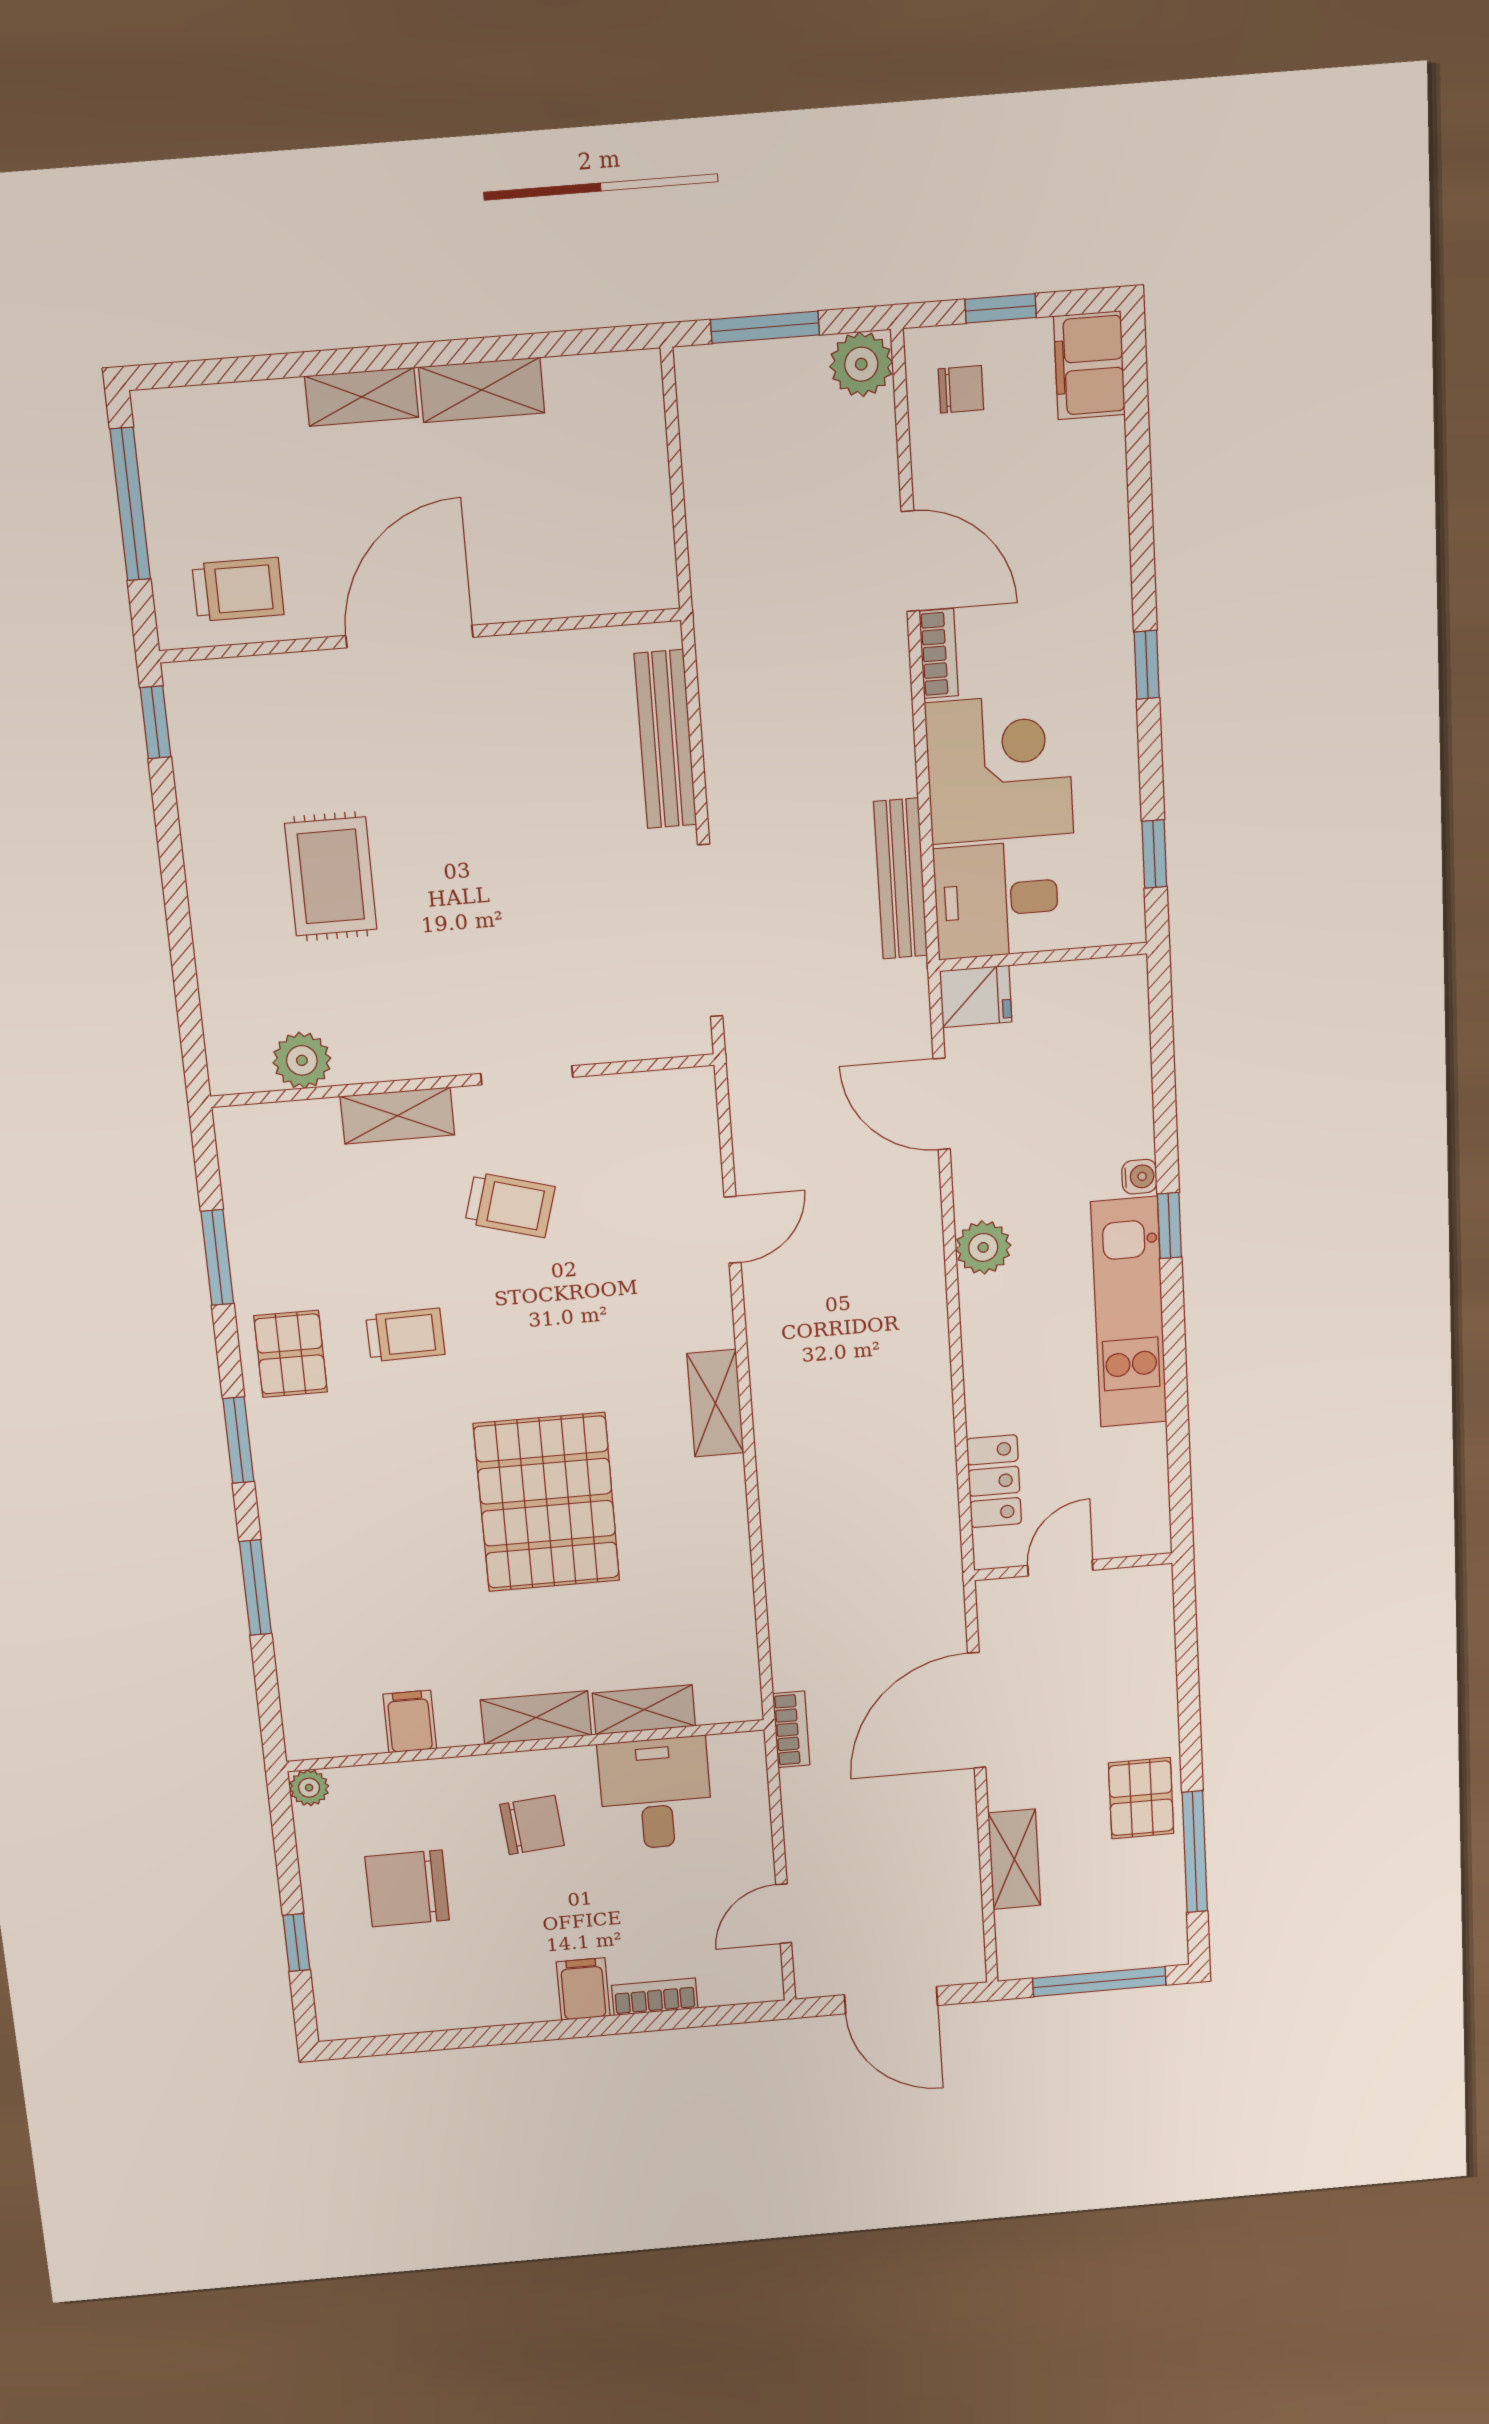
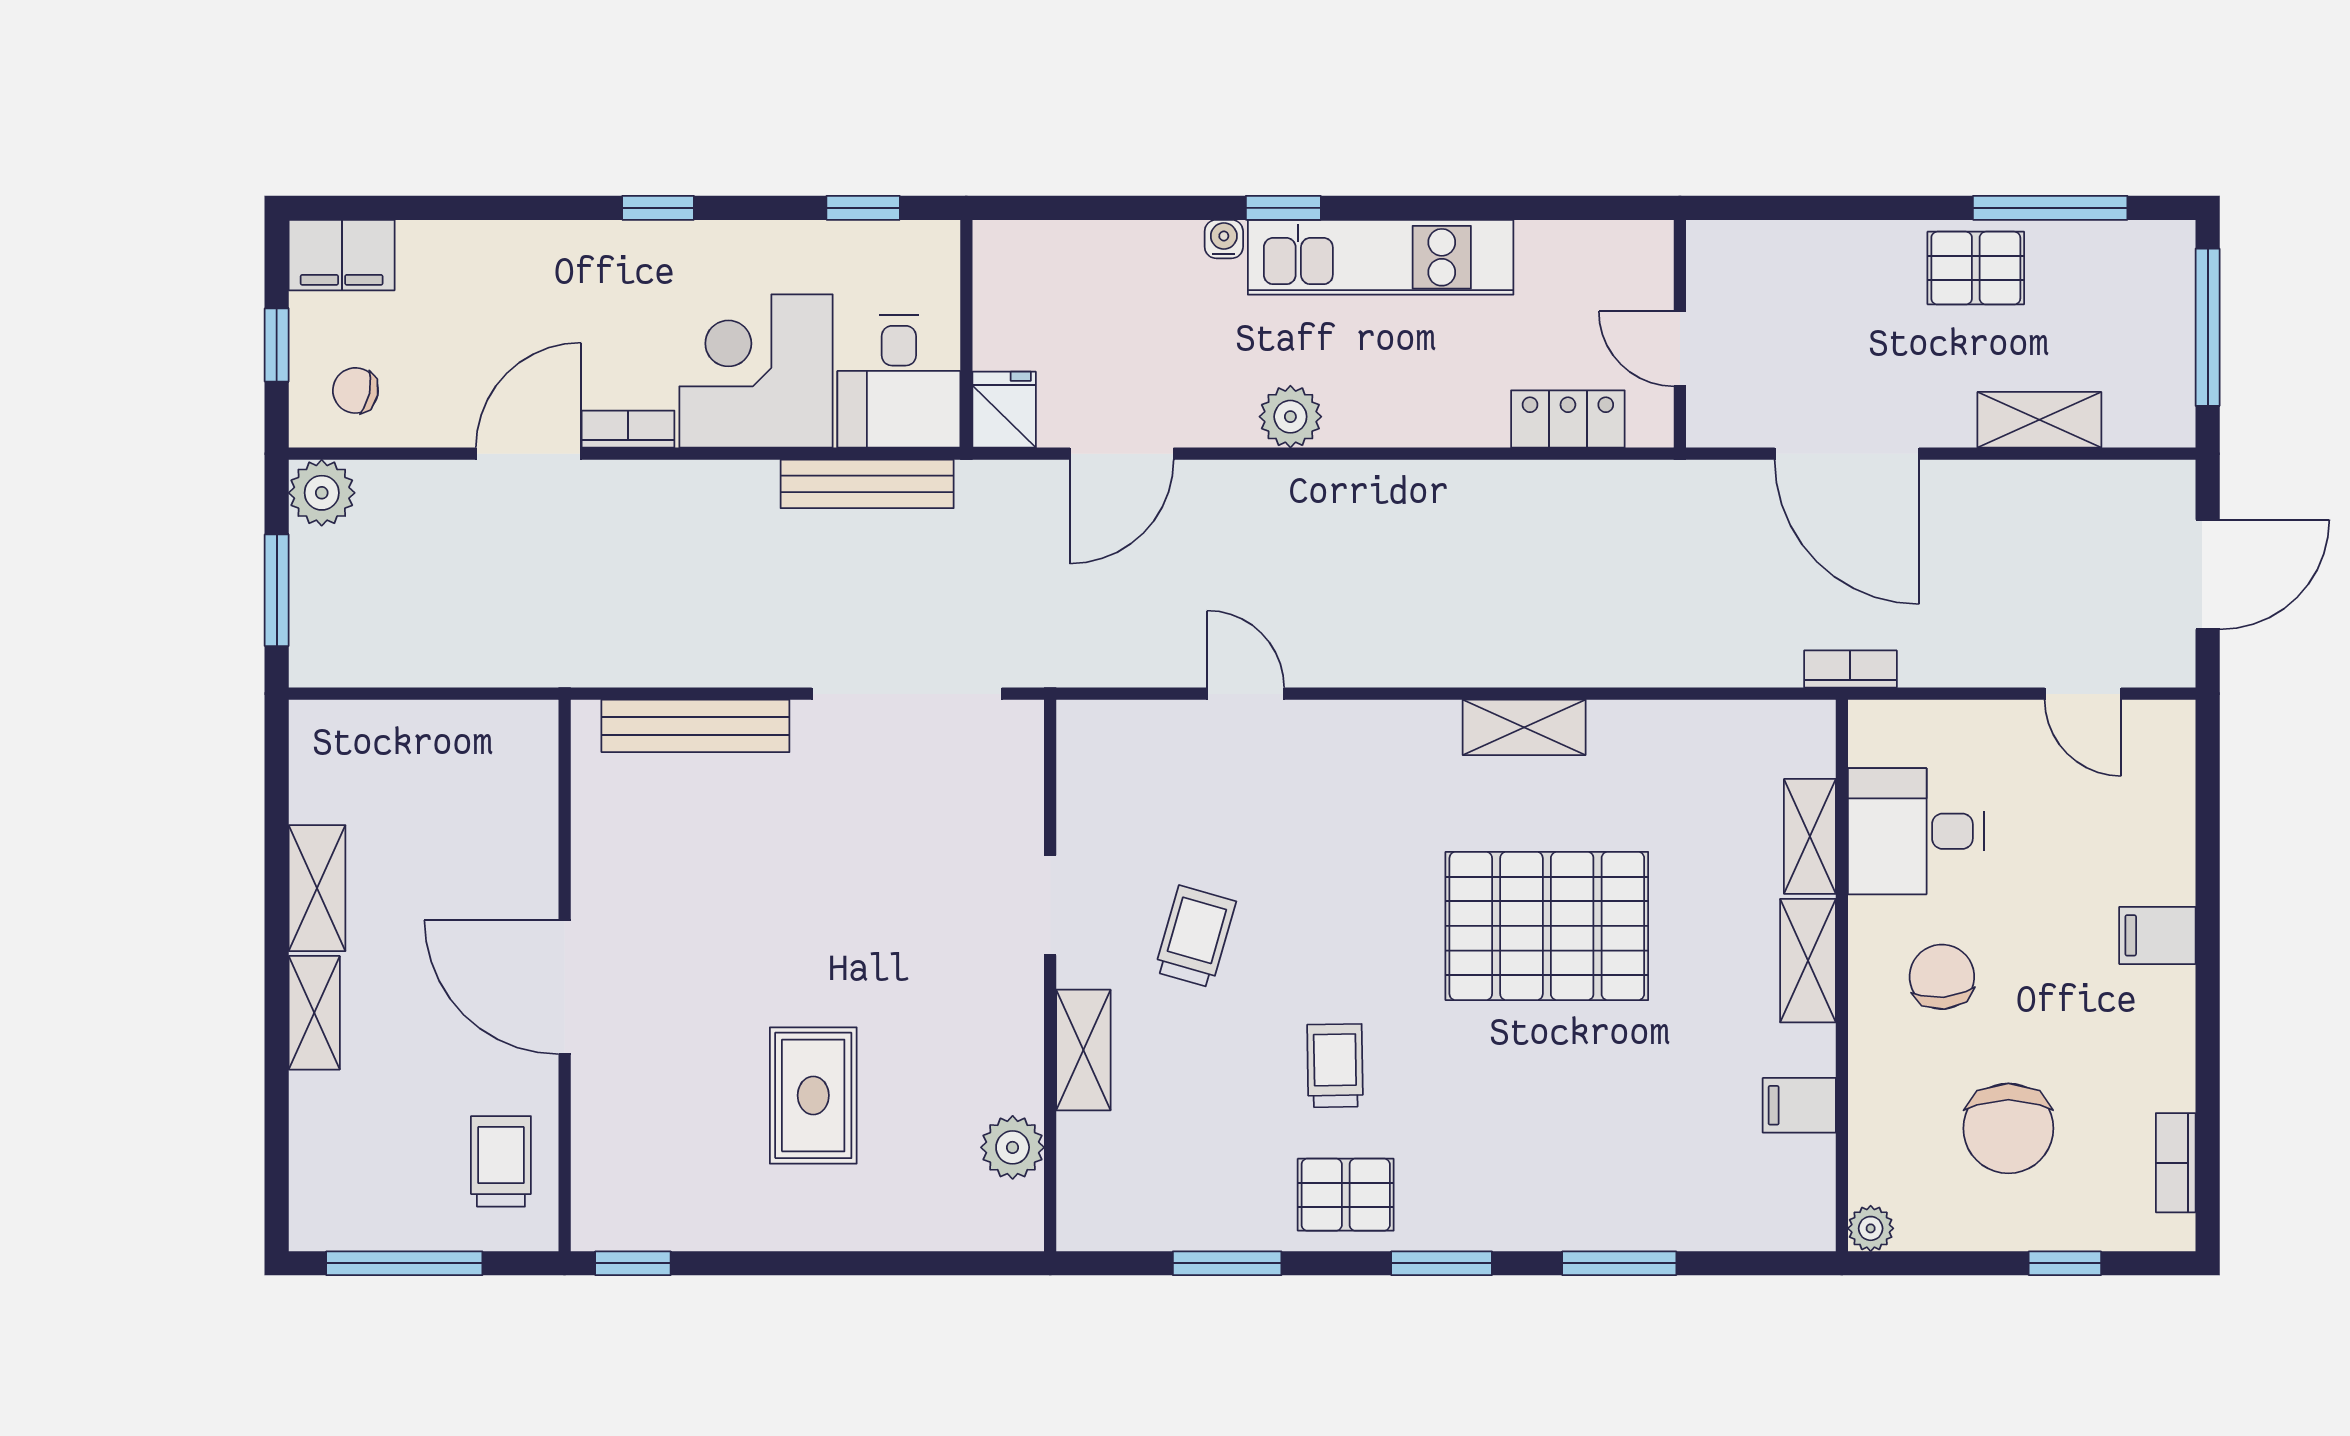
chair: (961, 389) -> (355, 390), turned -78
rug: (331, 877) -> (813, 1095), turned 90
shelving: (715, 1403) -> (1524, 727), moved
bookcase: (655, 1997) -> (2176, 1163), moved

